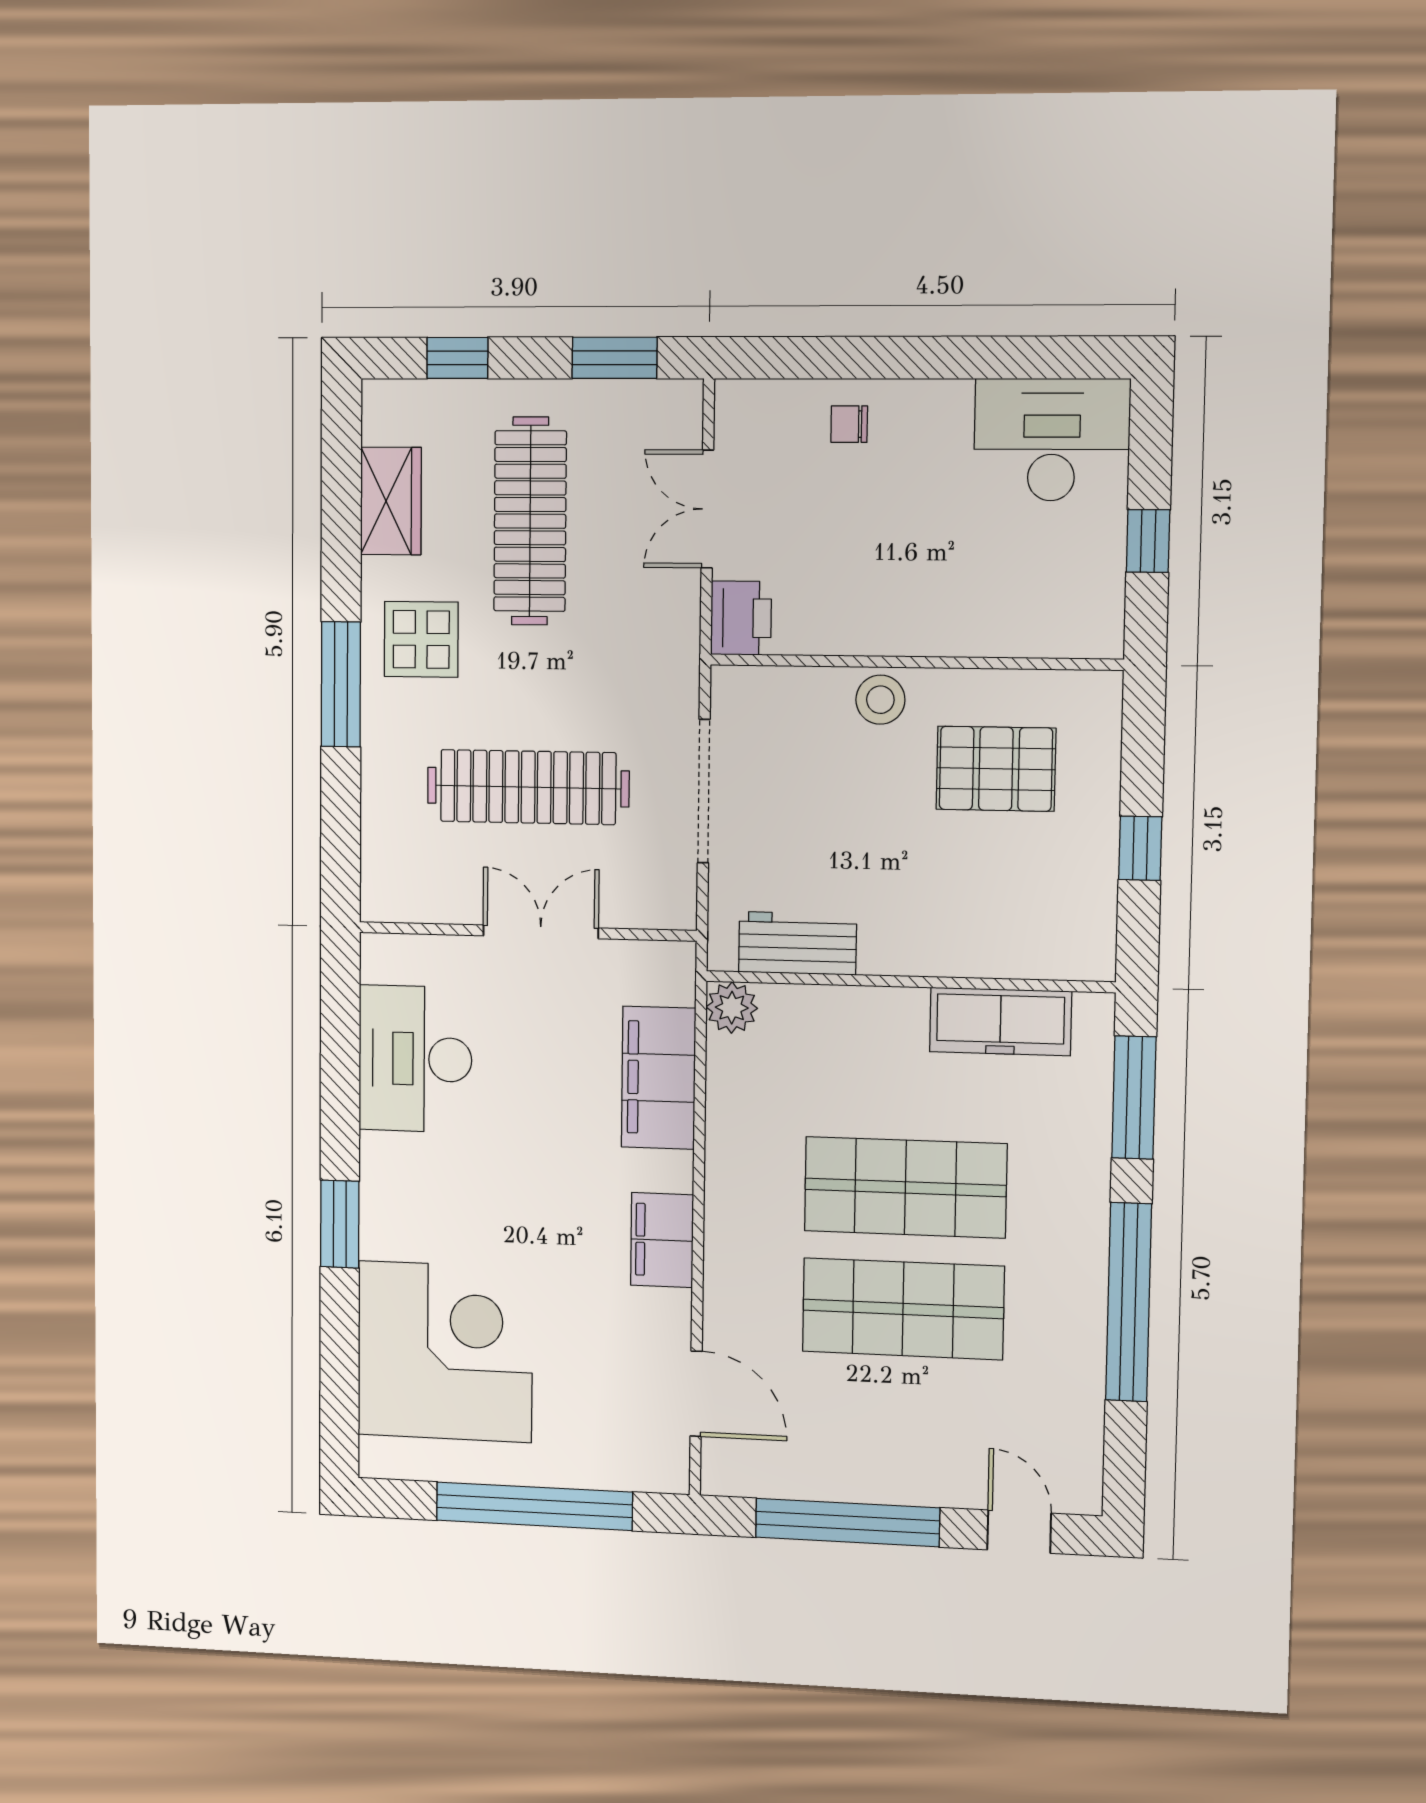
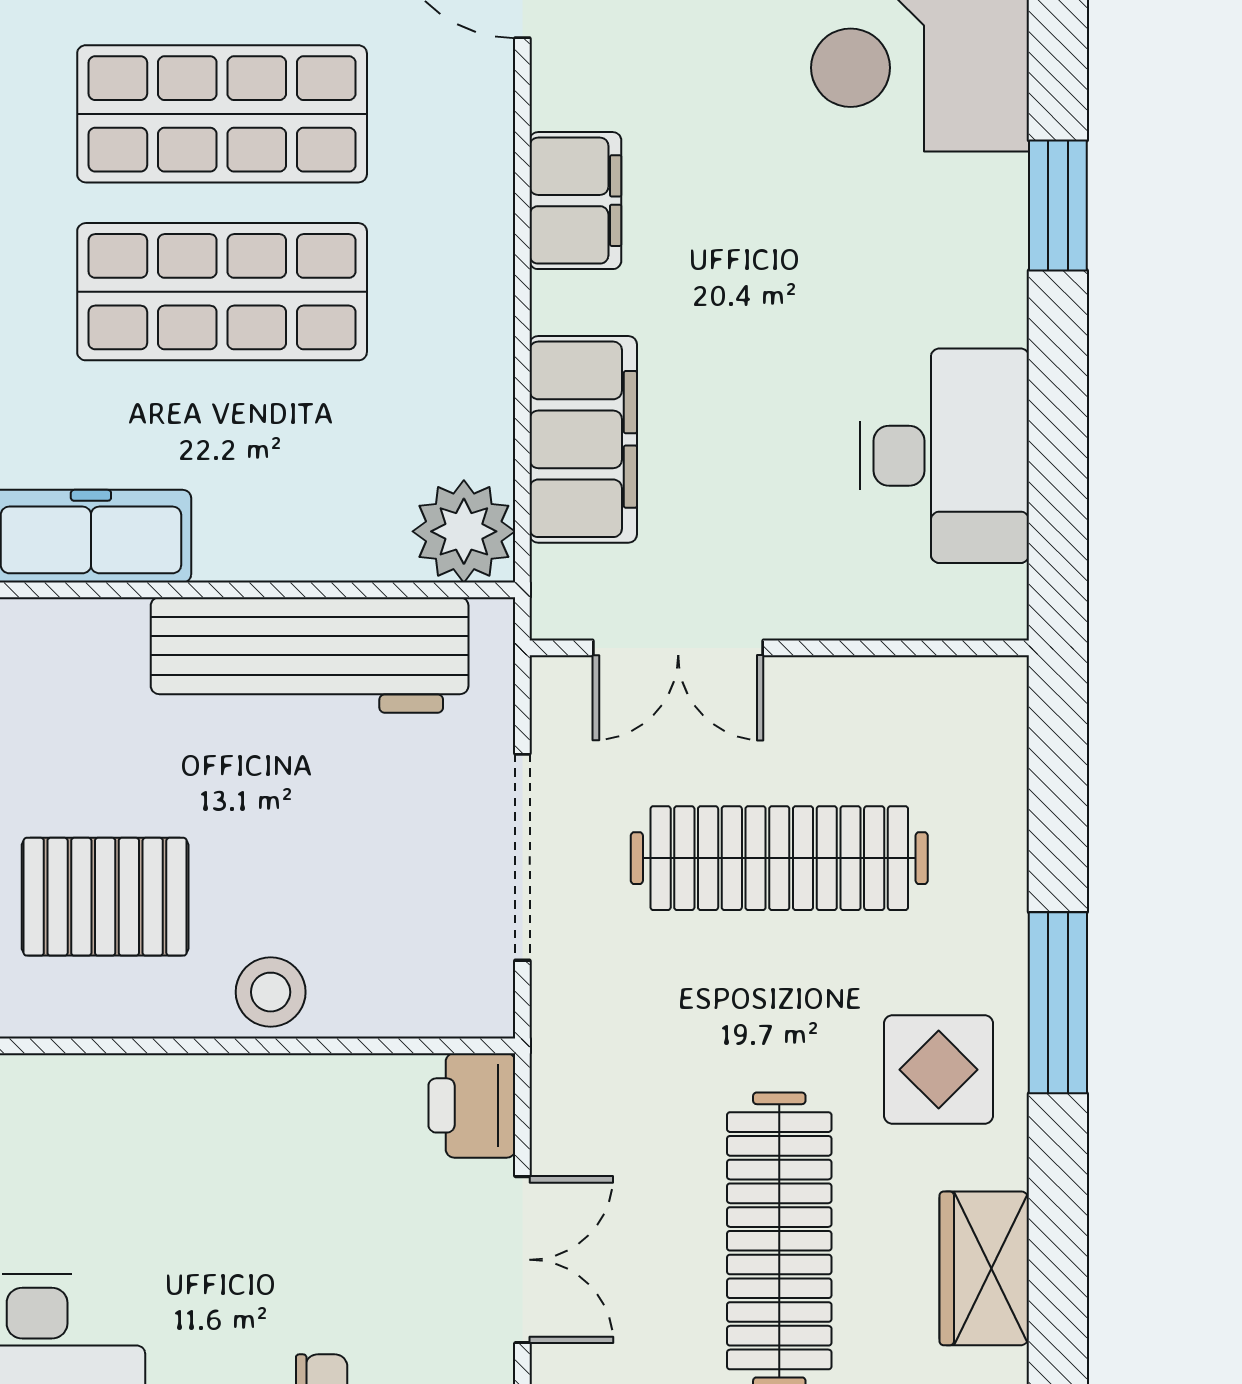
double door: (541, 932) -> (678, 648), moved
workbench: (797, 943) -> (310, 655), width x1.88, depth x1.32
plant: (732, 1008) -> (464, 531), width x1.36, depth x1.36

